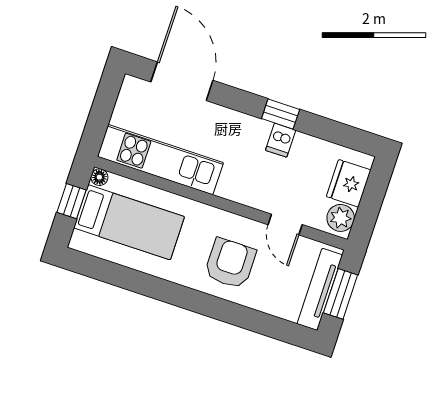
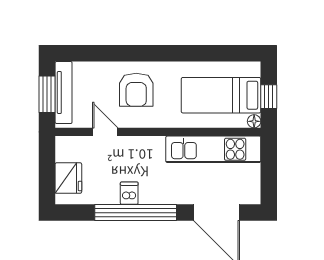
window: (281, 114) -> (136, 213), width x3.17
plant: (341, 218) -> (66, 150), removed

